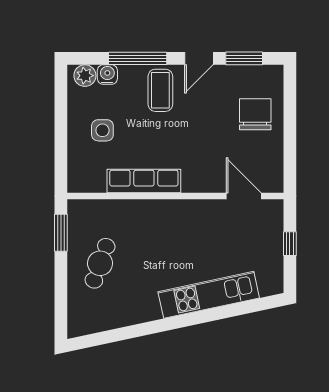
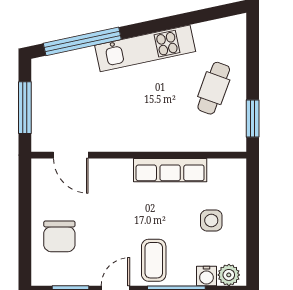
window: (290, 244) -> (25, 108), width x2.17
kitchen unit: (209, 295) -> (145, 48), moved
window: (232, 310) -> (82, 41), added

